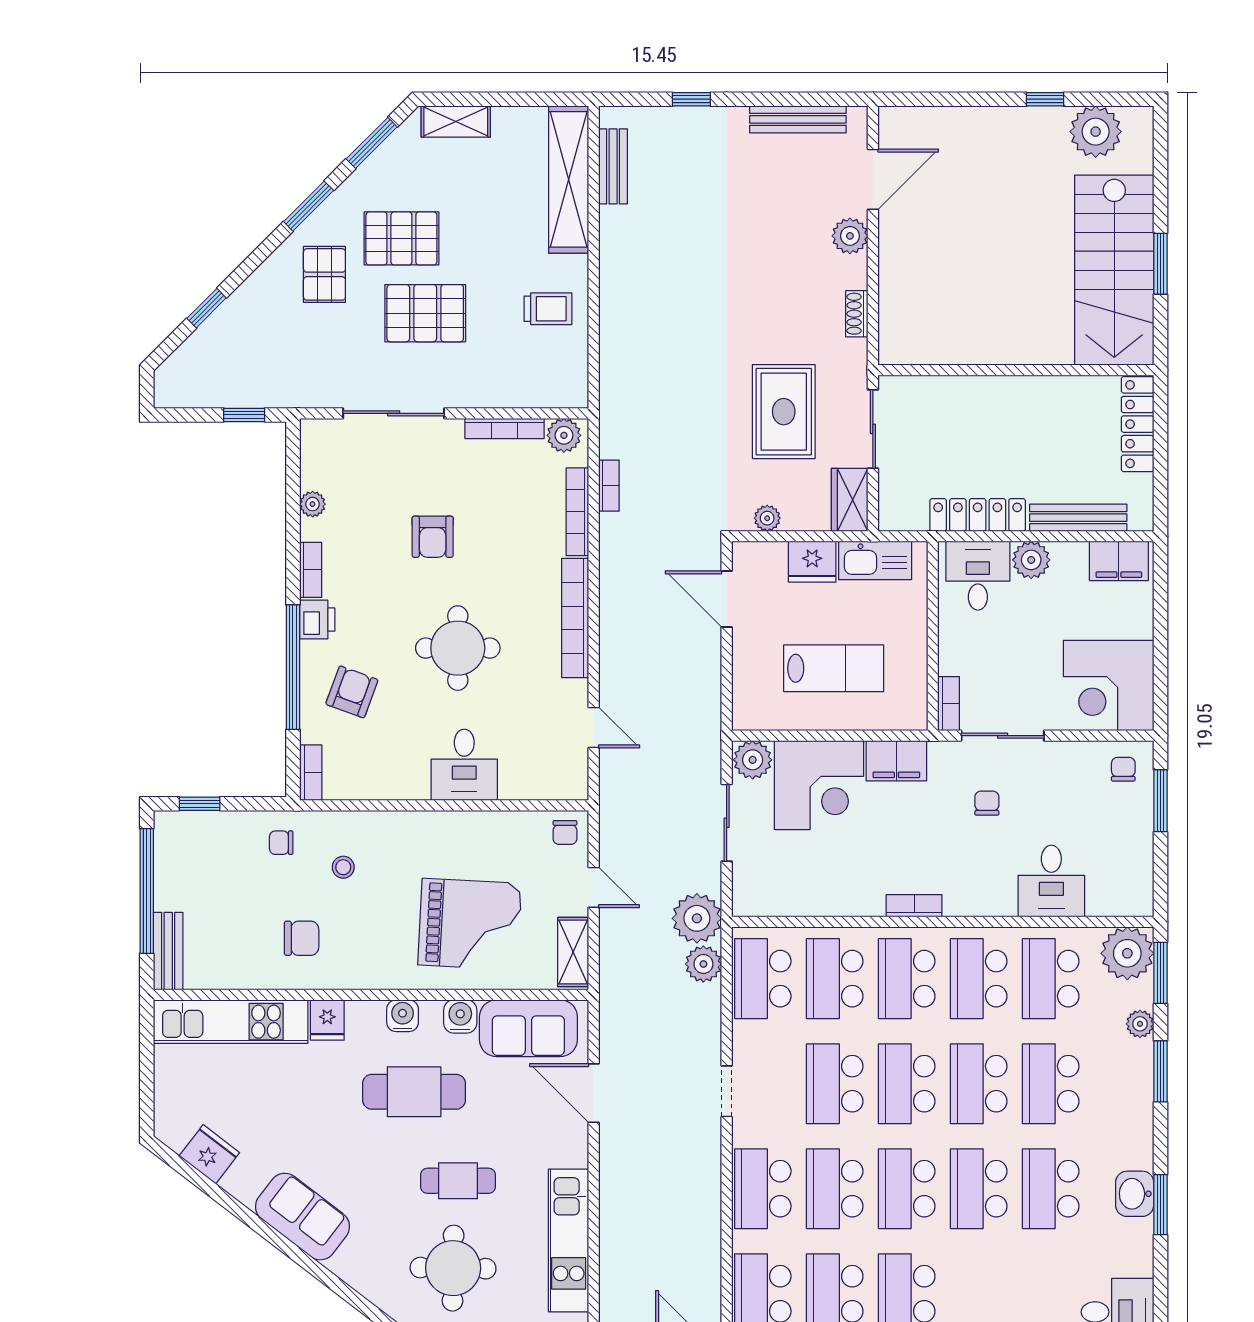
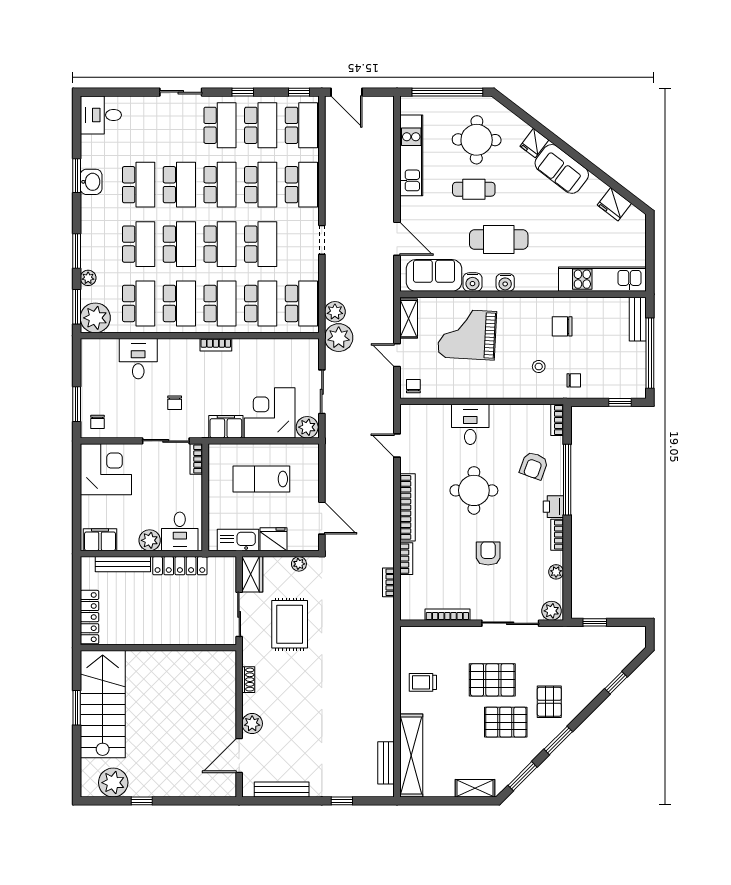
plant: (564, 435) -> (551, 611), moved
bookcase: (577, 512) -> (406, 559), width x0.64
fridge: (327, 1020) -> (534, 143), moved, turned -143

